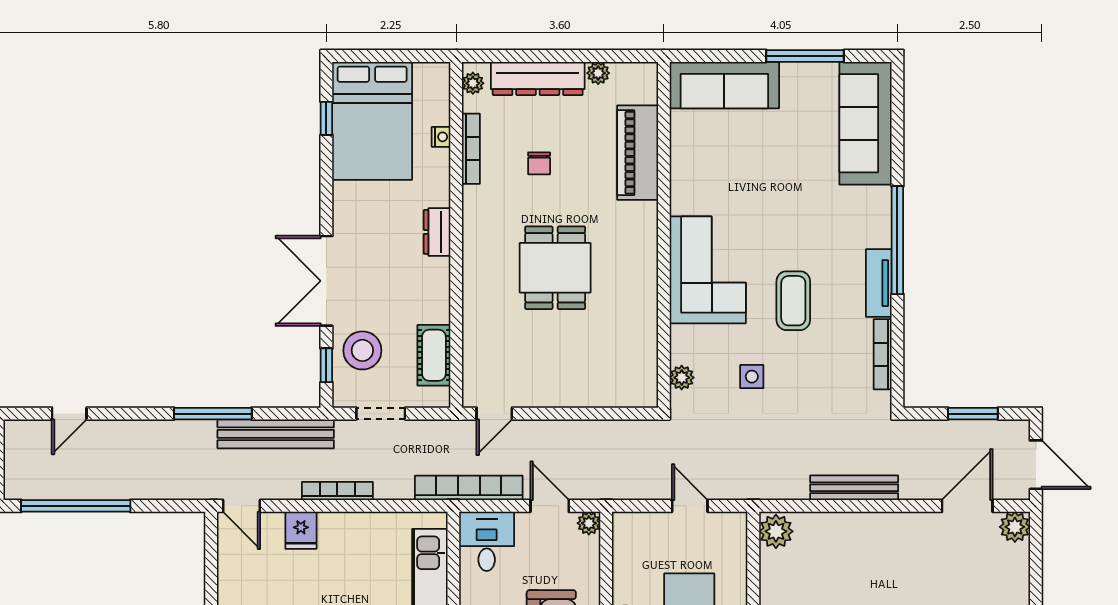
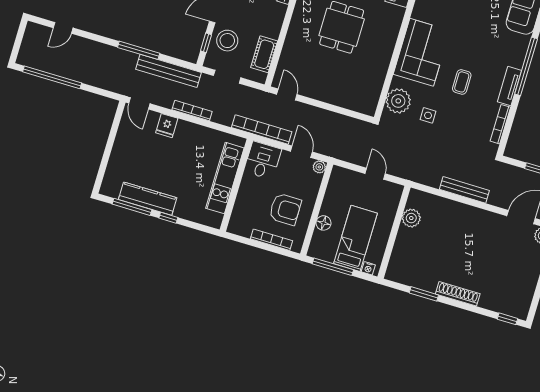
coffee table: (793, 301) -> (462, 82), width x0.73, depth x0.77
plant: (682, 378) -> (398, 101), width x1.88, depth x1.88
door: (494, 414) -> (287, 94), swing flipped
plant: (776, 531) -> (411, 218), moved

